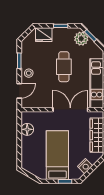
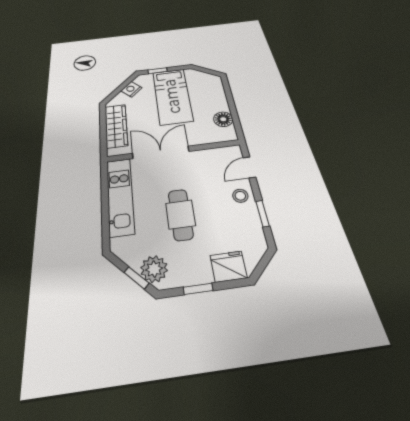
double door: (70, 110) -> (161, 152), swing flipped

